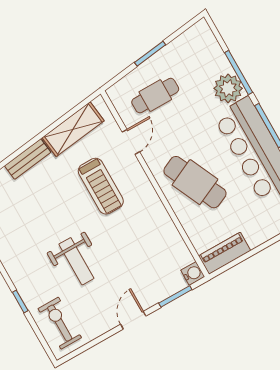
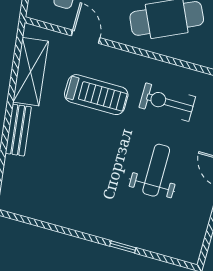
weight bench: (76, 261) -> (156, 170), moved, turned -90
exercise bike: (60, 323) -> (167, 102), moved

